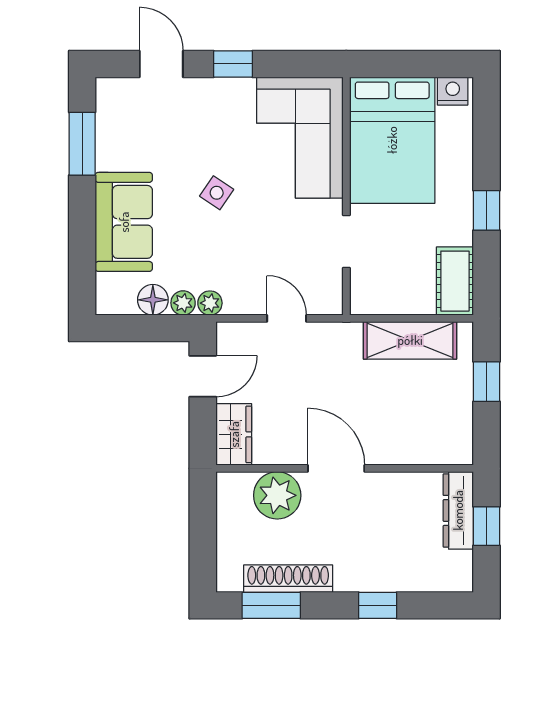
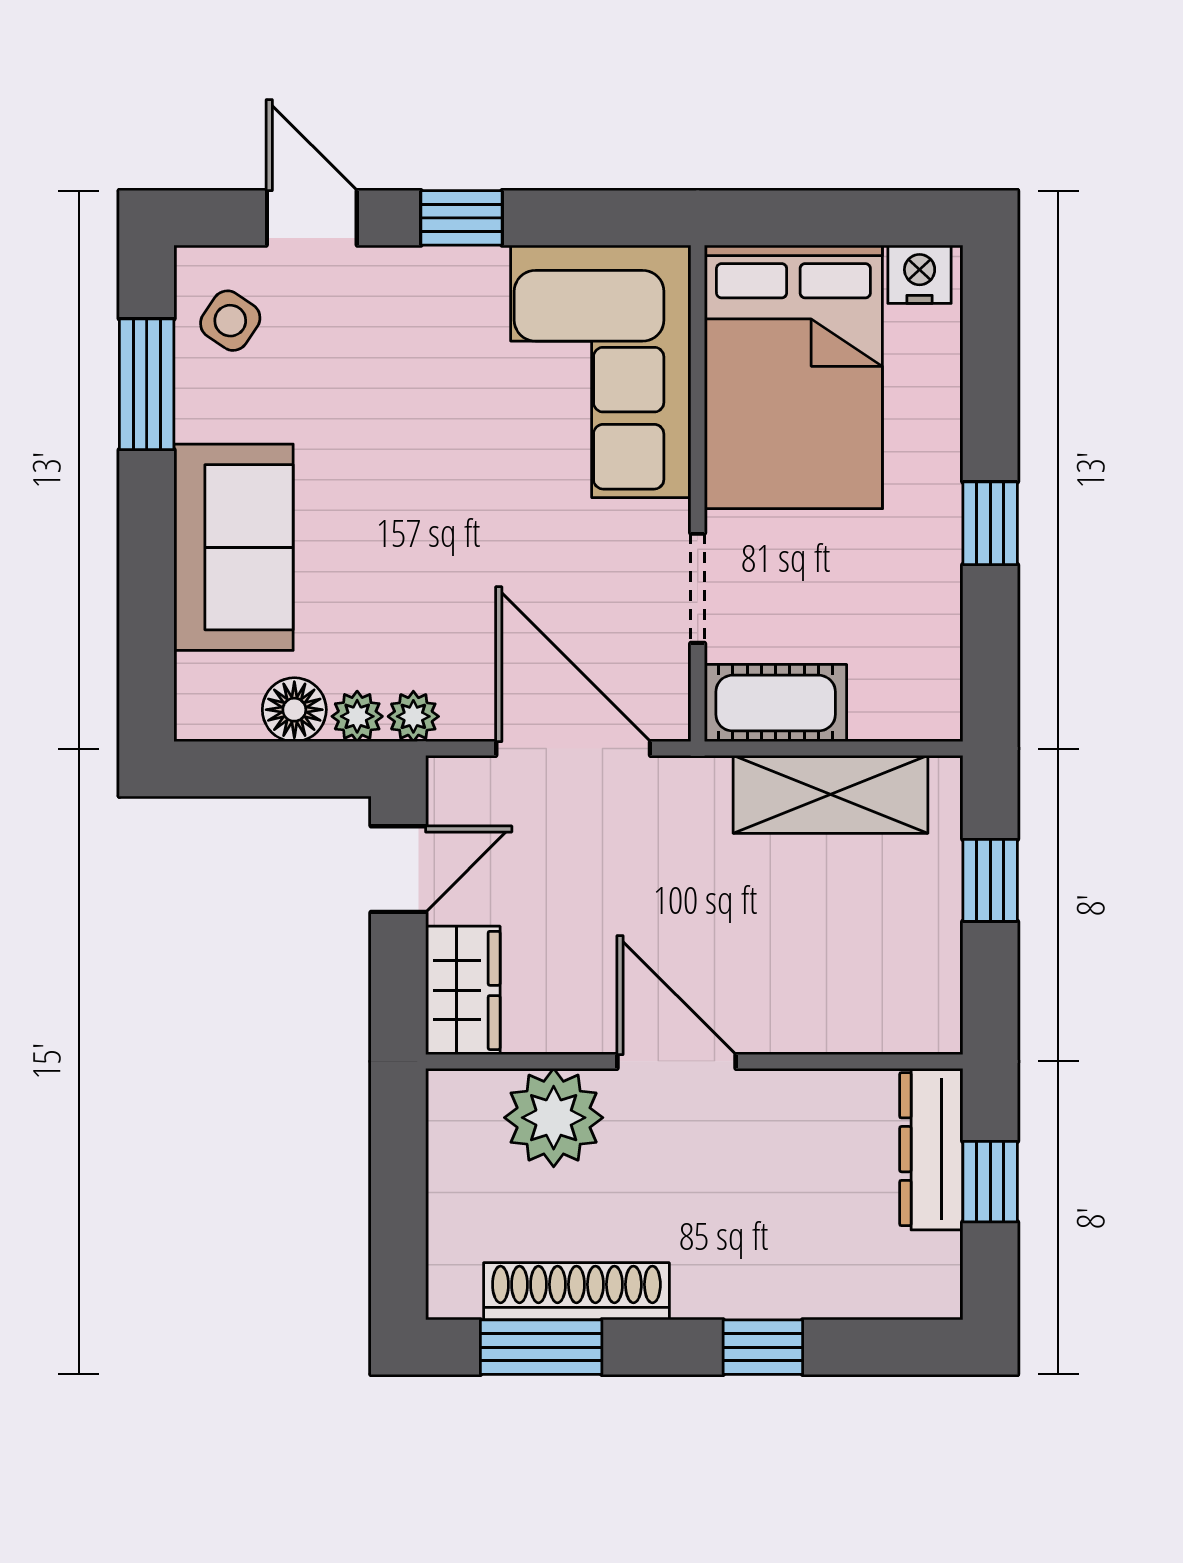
side table: (217, 193) -> (230, 321), moved
cot: (455, 281) -> (776, 703), moved, turned 90
door: (287, 318) -> (573, 749), width x1.88

